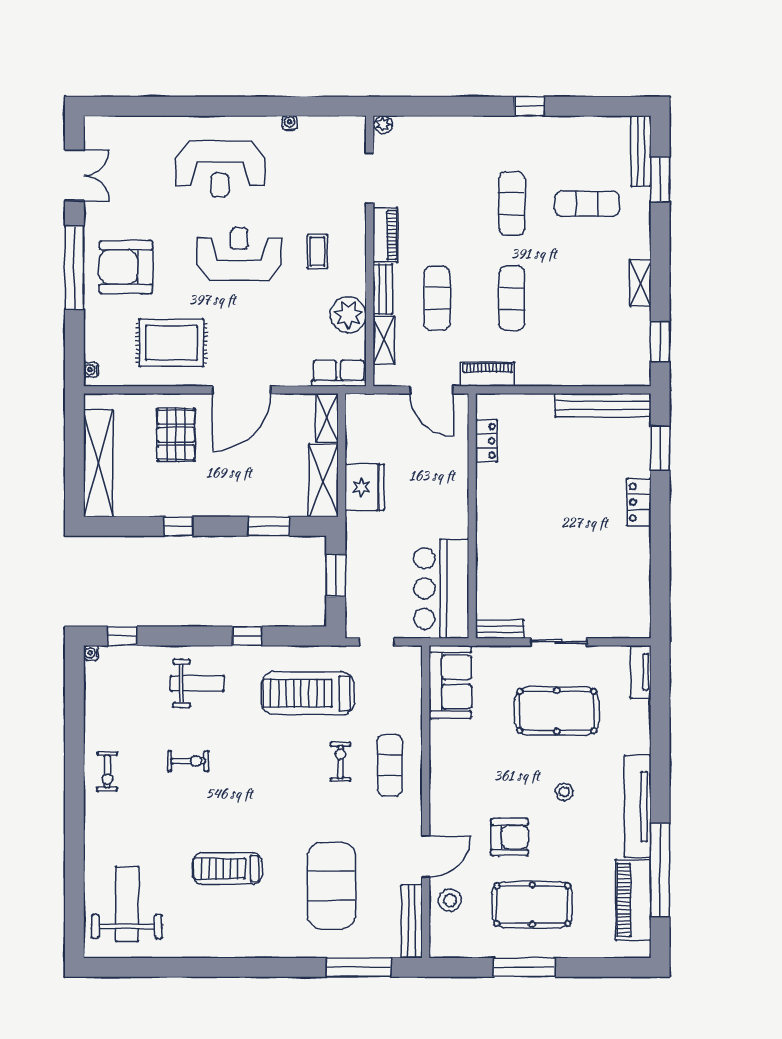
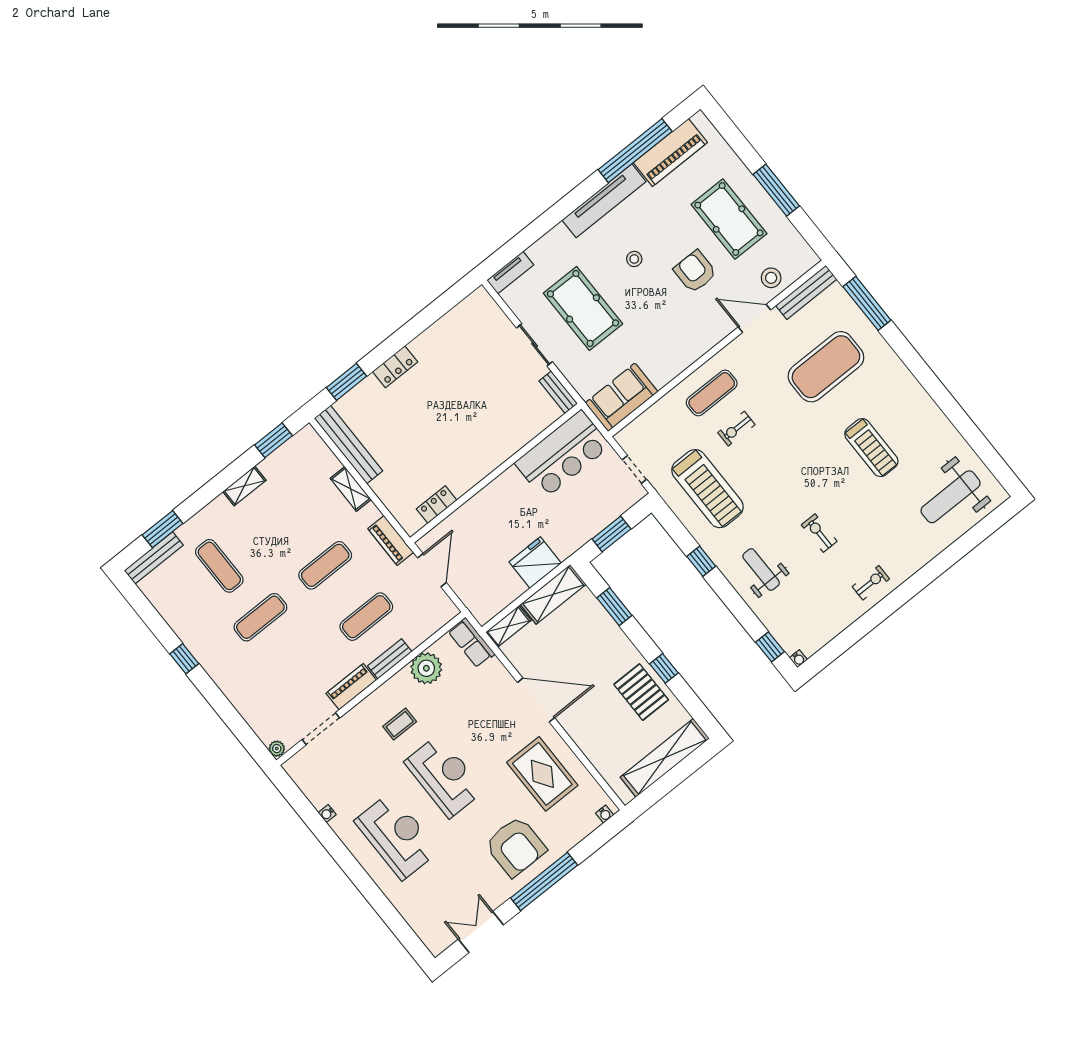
reception desk: (239, 254) -> (444, 776), turned 180
shelving: (384, 340) -> (351, 489), moved, turned 90
pallet: (176, 435) -> (641, 692), moved, turned 90

